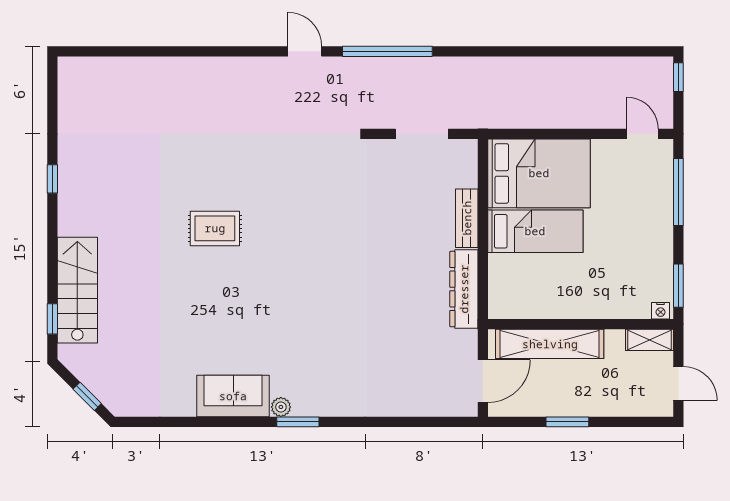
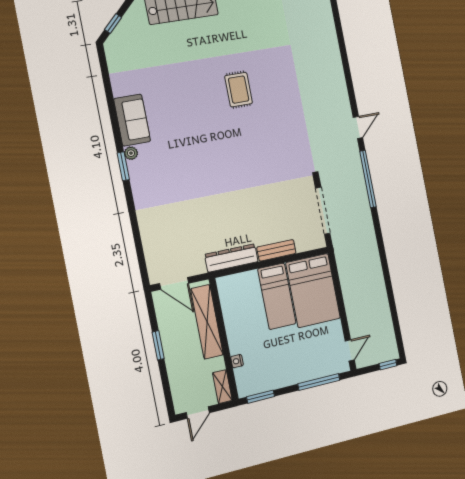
doorway: (422, 134) -> (323, 211), width x1.36
nightstand: (661, 311) -> (237, 361), moved

